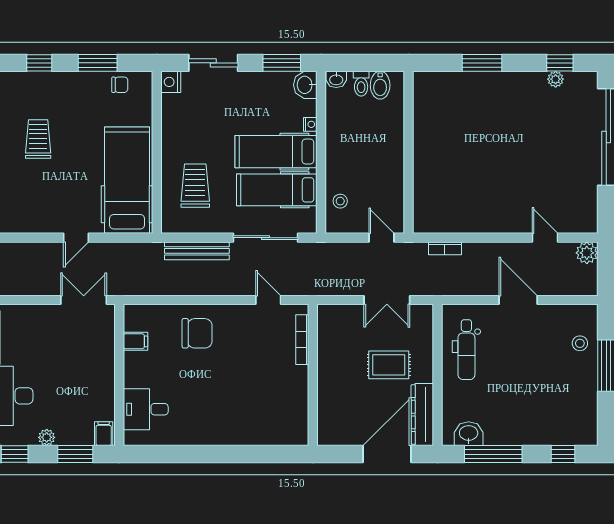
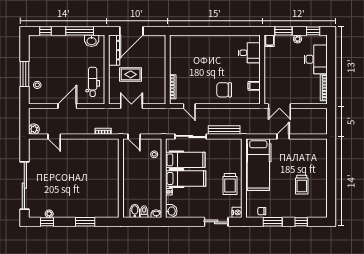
window: (282, 63) -> (183, 222), removed
trolley: (195, 186) -> (230, 184), moved
door: (518, 300) -> (67, 106), swing flipped

